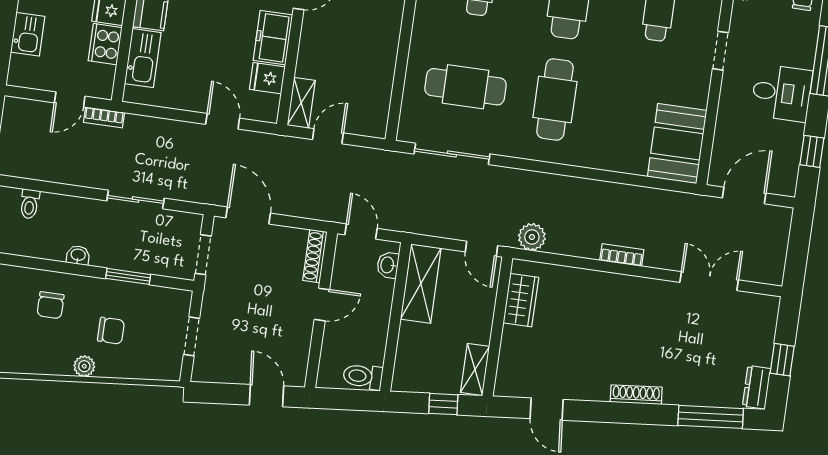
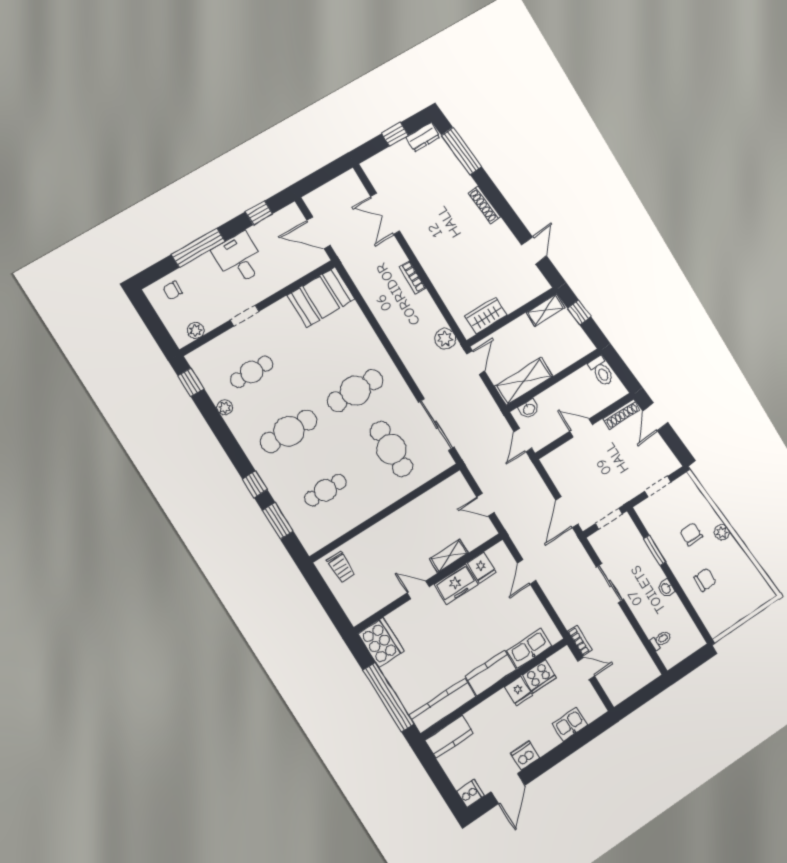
shelving: (301, 103) -> (449, 556), moved
shoe rack: (315, 256) -> (621, 414), moved

